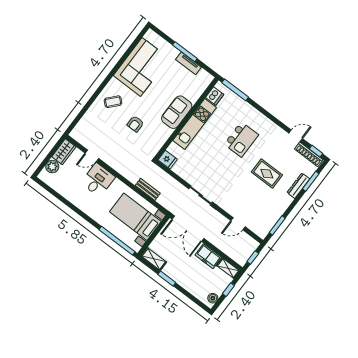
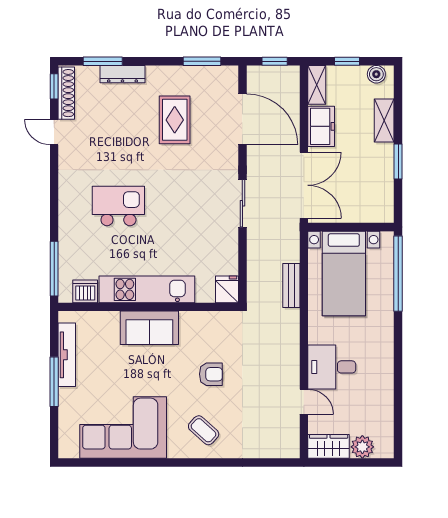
tv unit: (188, 63) -> (67, 355), width x1.41
rug: (267, 174) -> (175, 120), moved
door: (238, 224) -> (242, 119), width x1.88
shelving: (154, 259) -> (384, 121), moved

